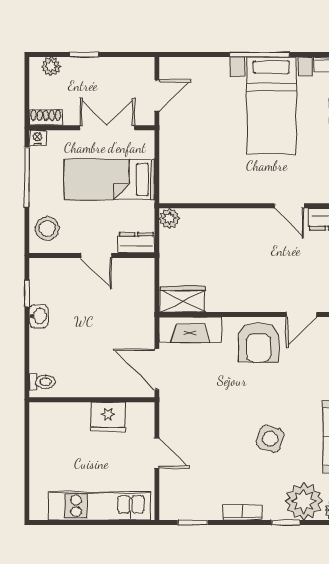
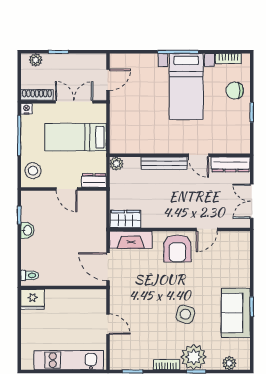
shoe rack: (46, 117) -> (37, 95), width x1.43
bench: (239, 218) -> (164, 163), added
fridge: (108, 417) -> (33, 299), moved
plant: (304, 501) -> (194, 357), moved

